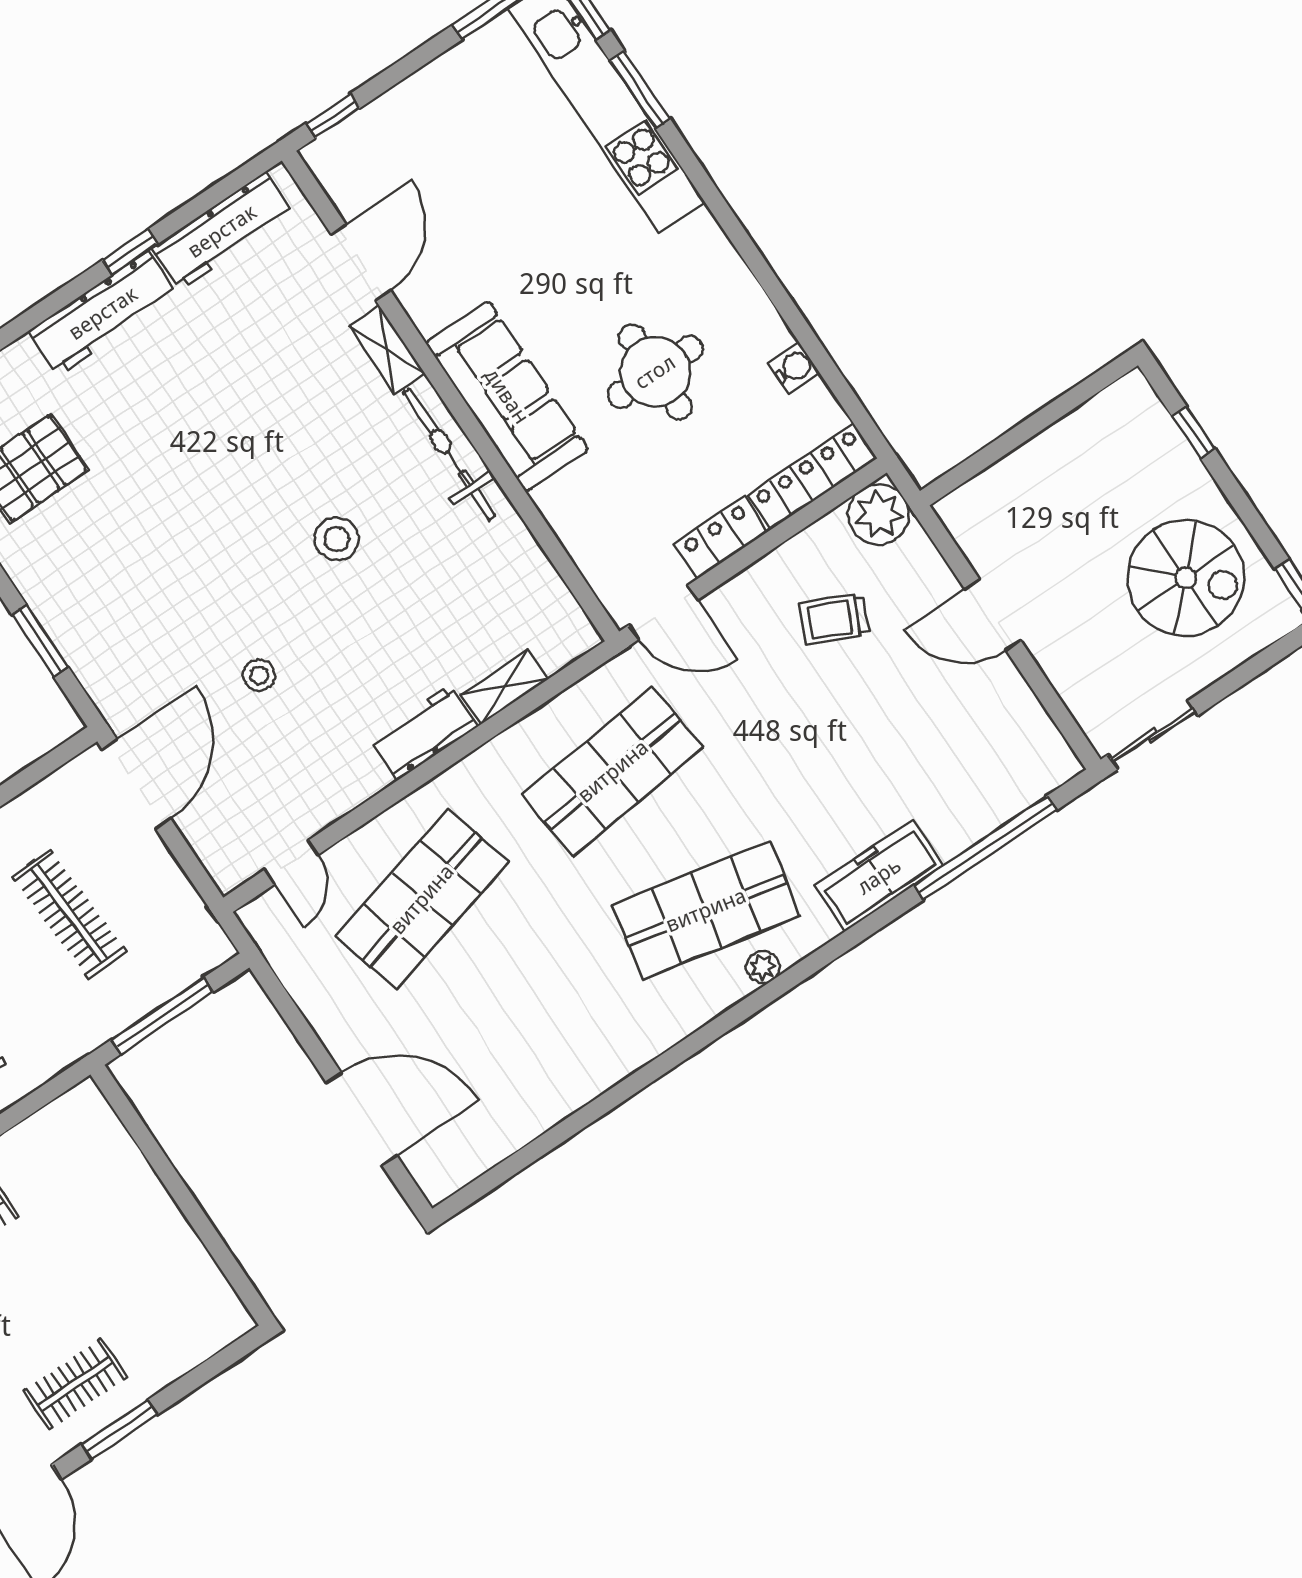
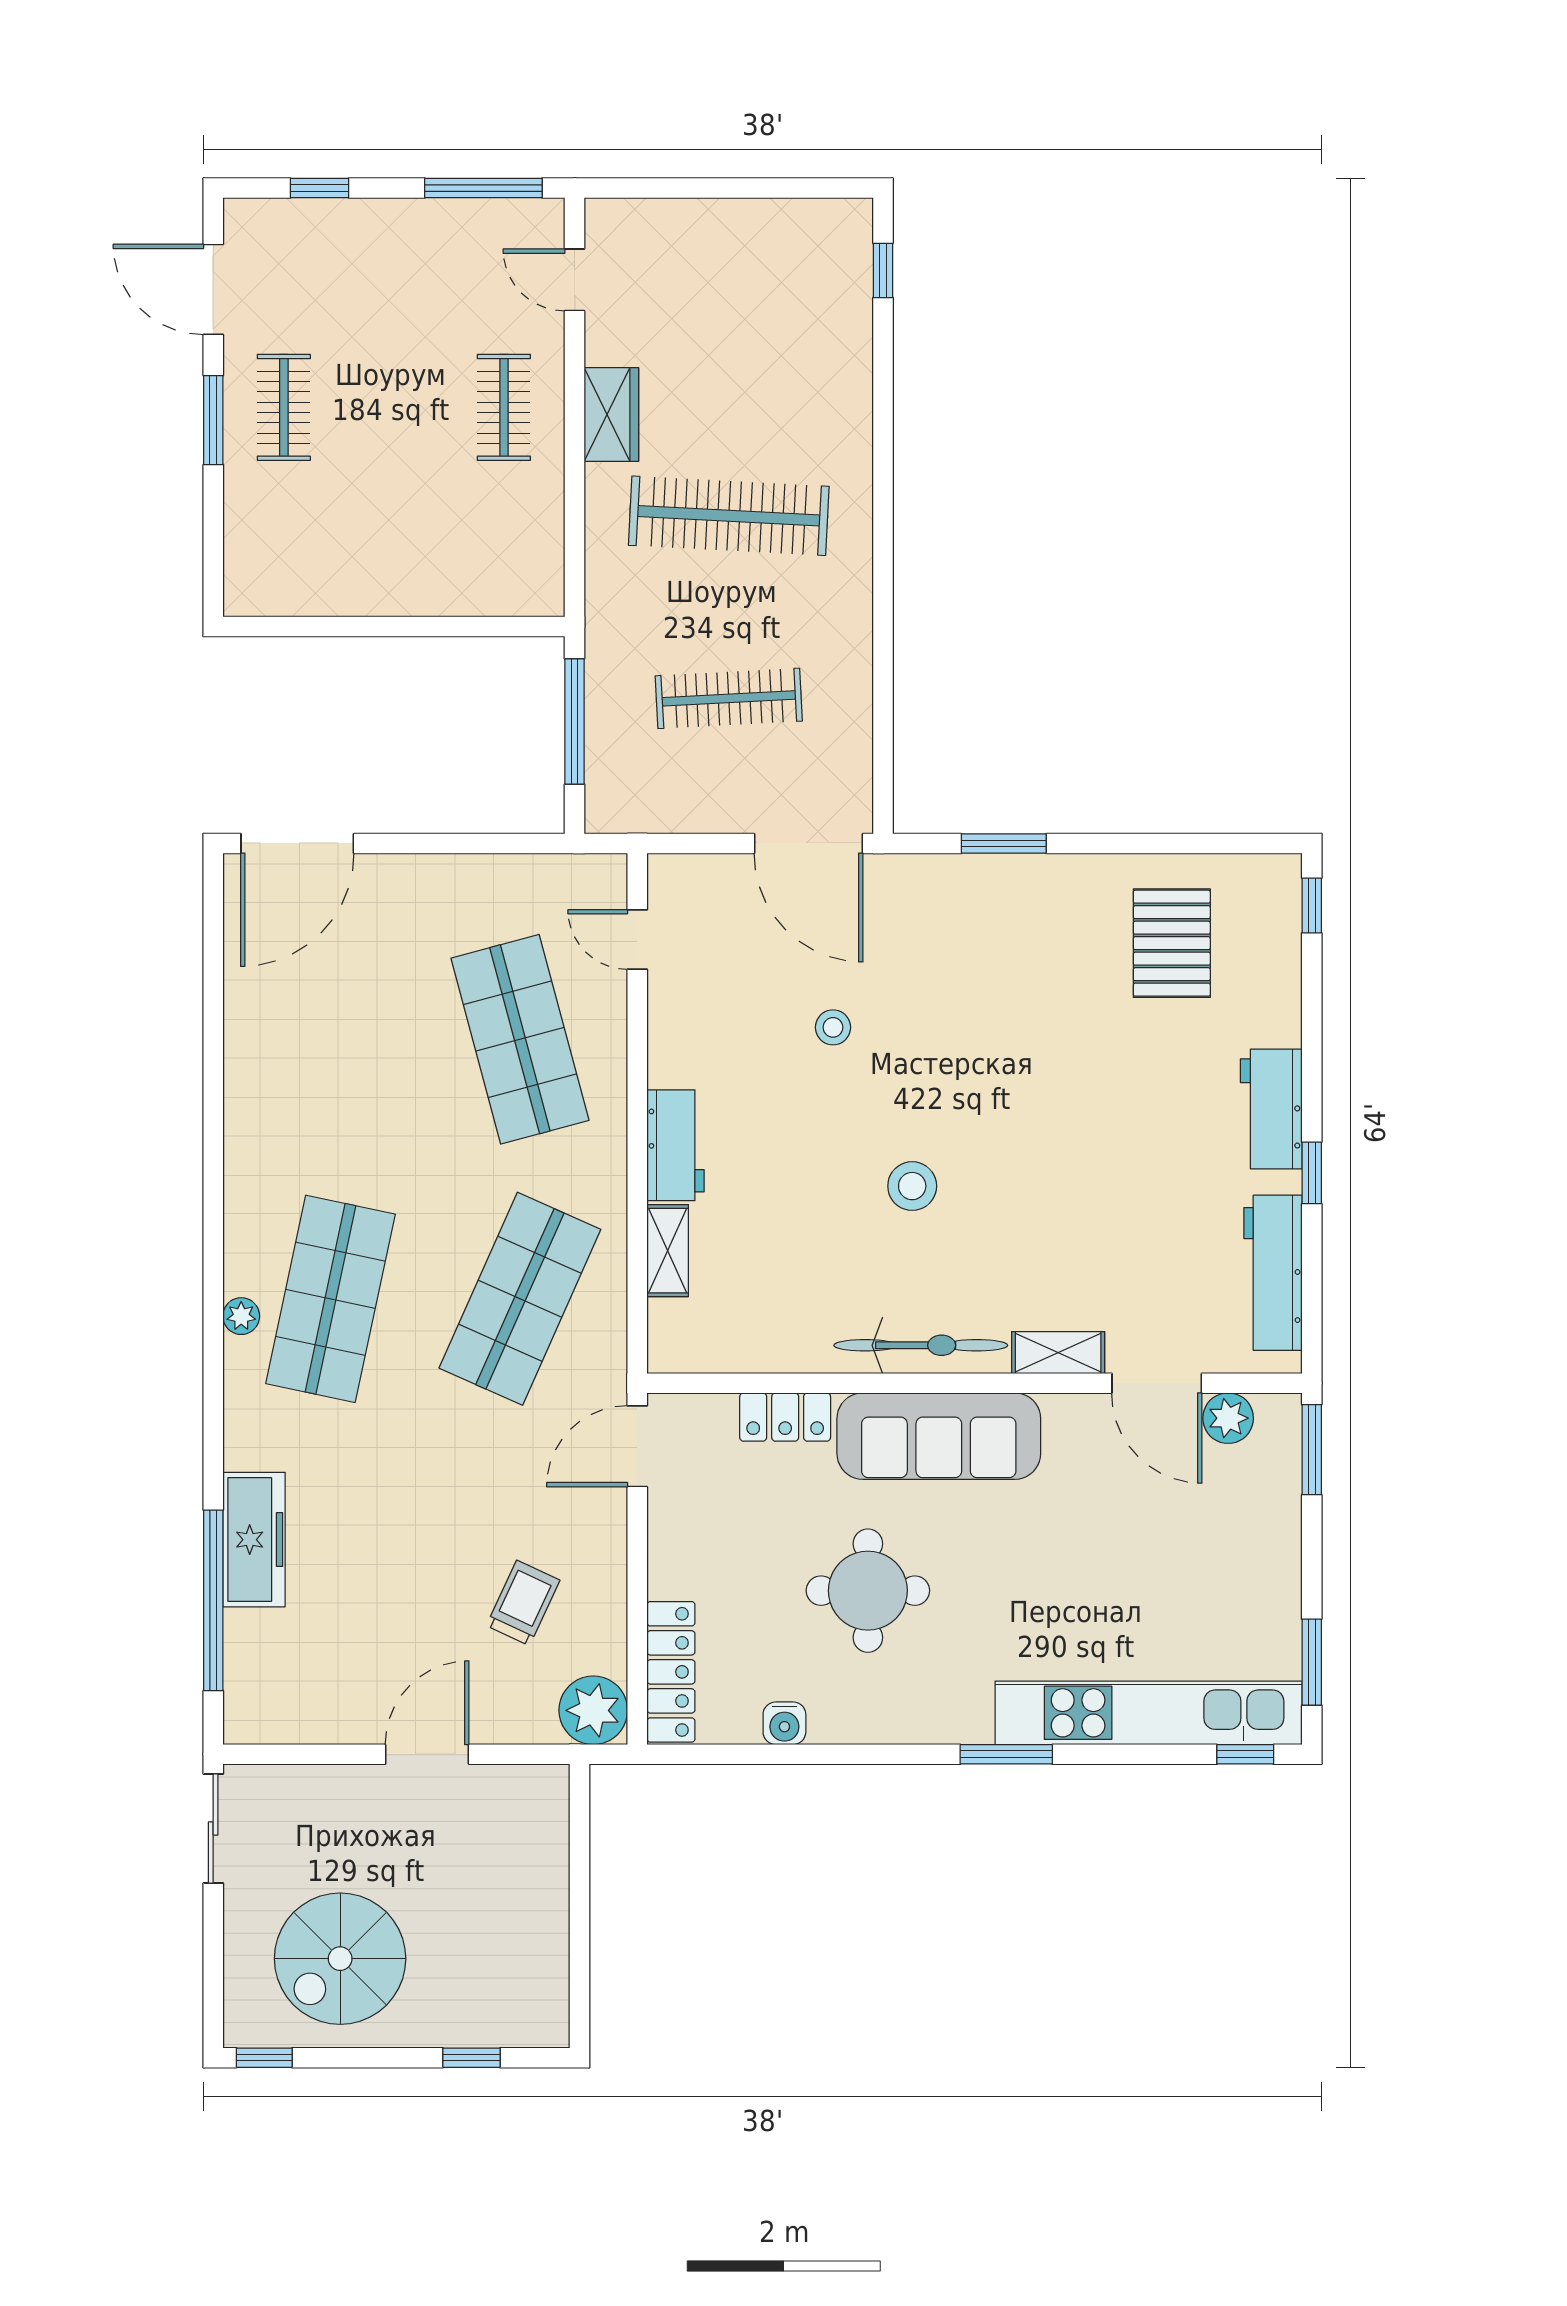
window: (640, 90) -> (1006, 1754), moved
window: (333, 116) -> (1312, 1450), width x1.50
plant: (351, 193) -> (1228, 1418), added
workbench: (103, 313) -> (1271, 1109), width x0.73
locker: (721, 538) -> (785, 1417), moved, turned 90
shop shelf: (613, 771) -> (520, 1299), turned 30
freezer: (879, 876) -> (254, 1540), moved
door: (361, 1119) -> (297, 843), moved

